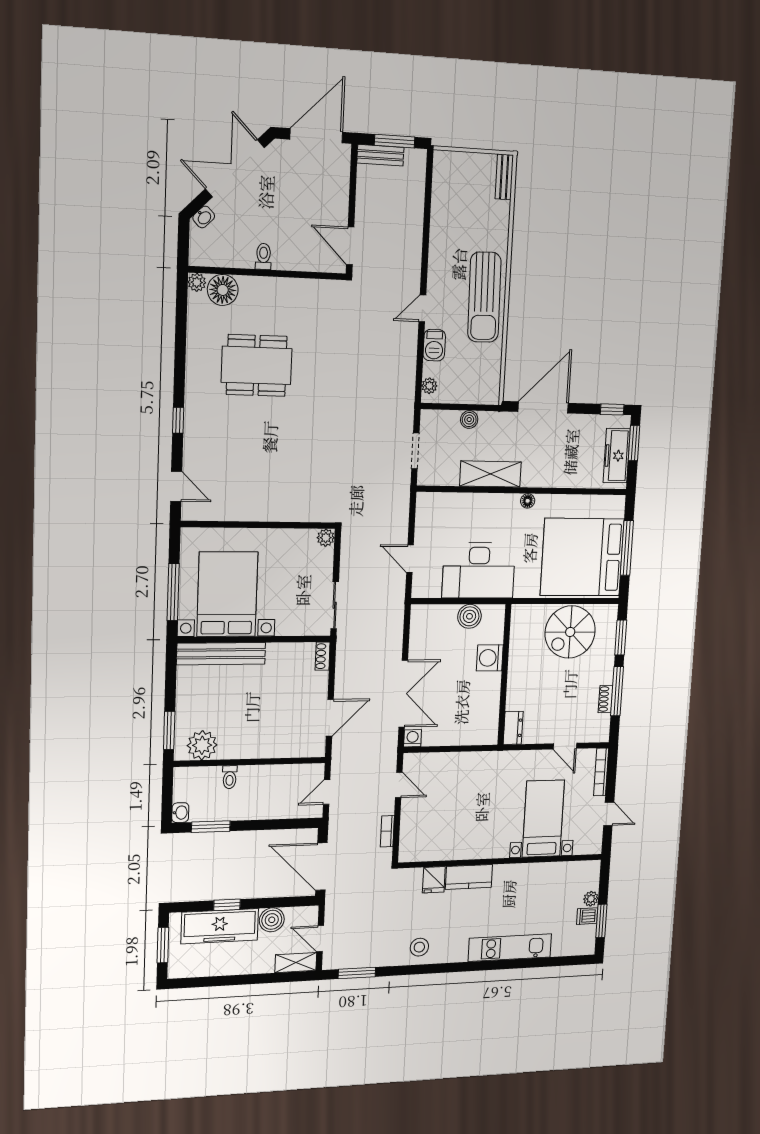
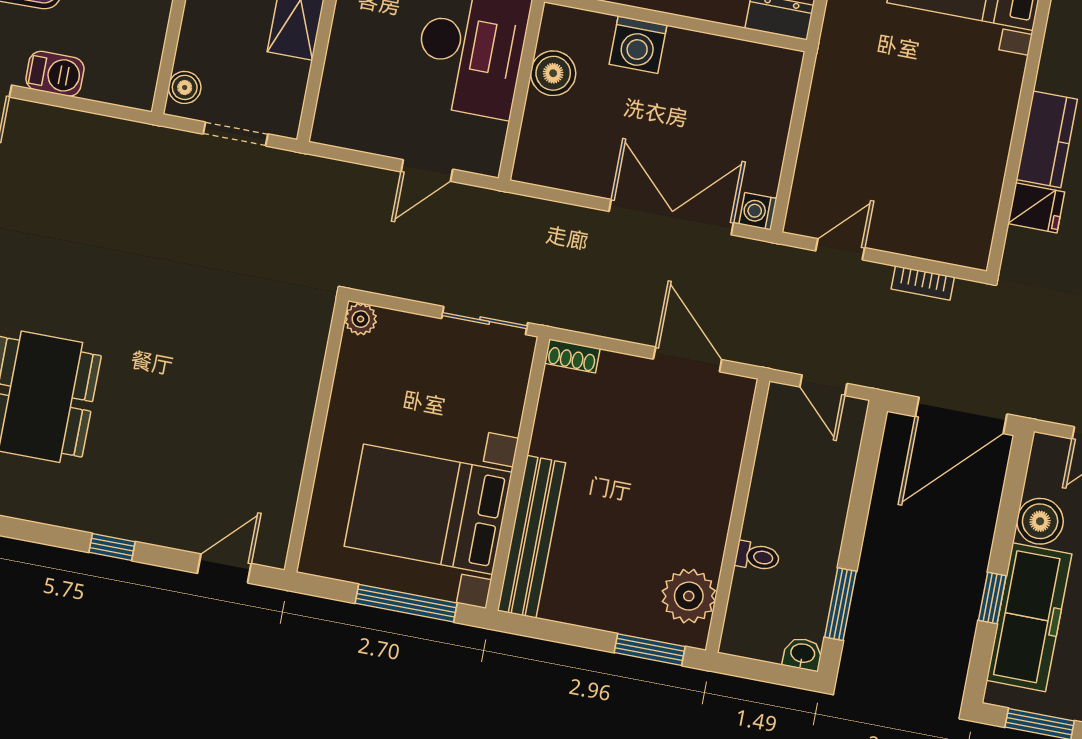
plant: (429, 386) -> (125, 92), removed
boiler: (469, 420) -> (185, 87), moved

